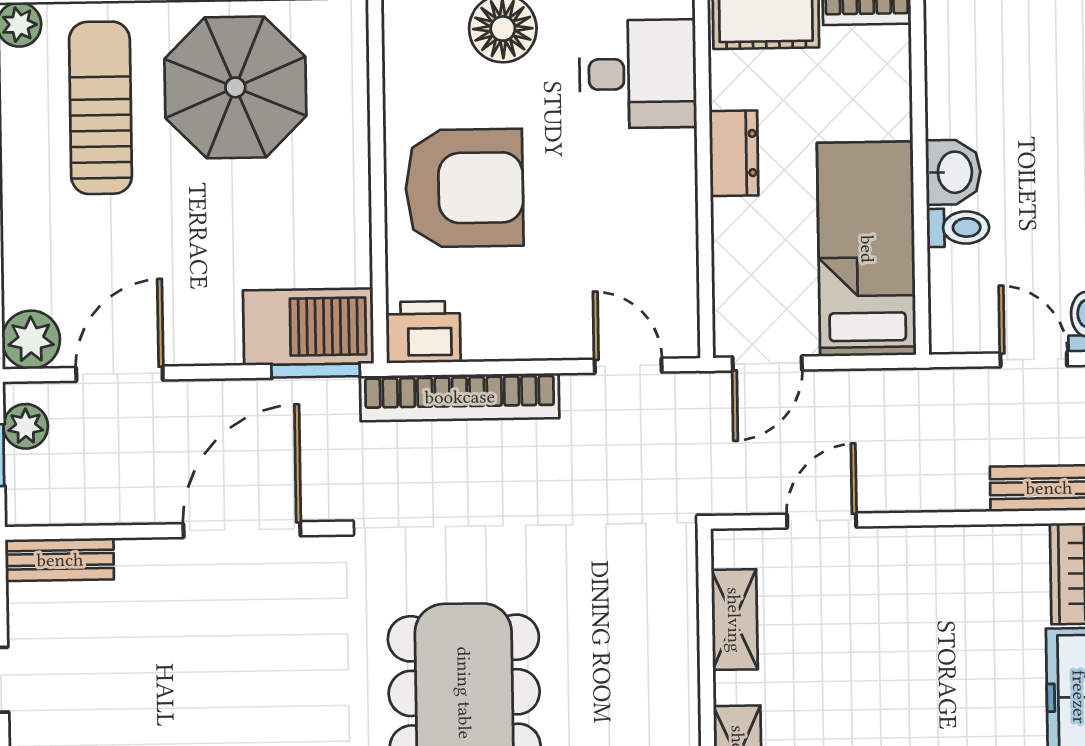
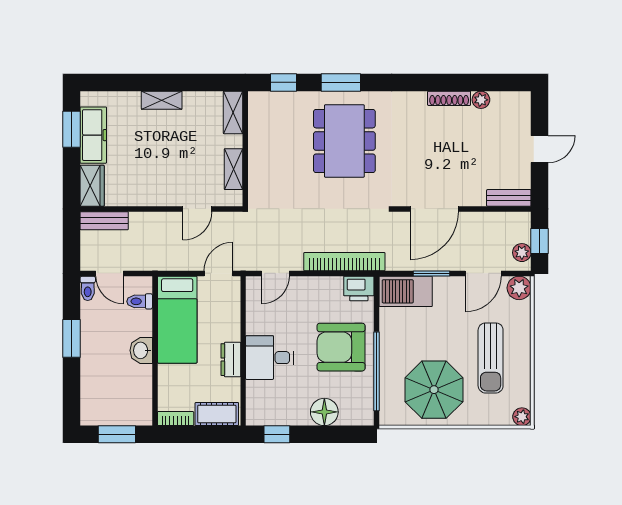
desk: (638, 74) -> (269, 358), moved
sun lounger: (100, 108) -> (491, 358), moved
window: (377, 130) -> (377, 371), added
toilet: (958, 228) -> (140, 301), moved
door: (628, 366) -> (275, 273), hinge flipped
window: (316, 371) -> (432, 273), moved

